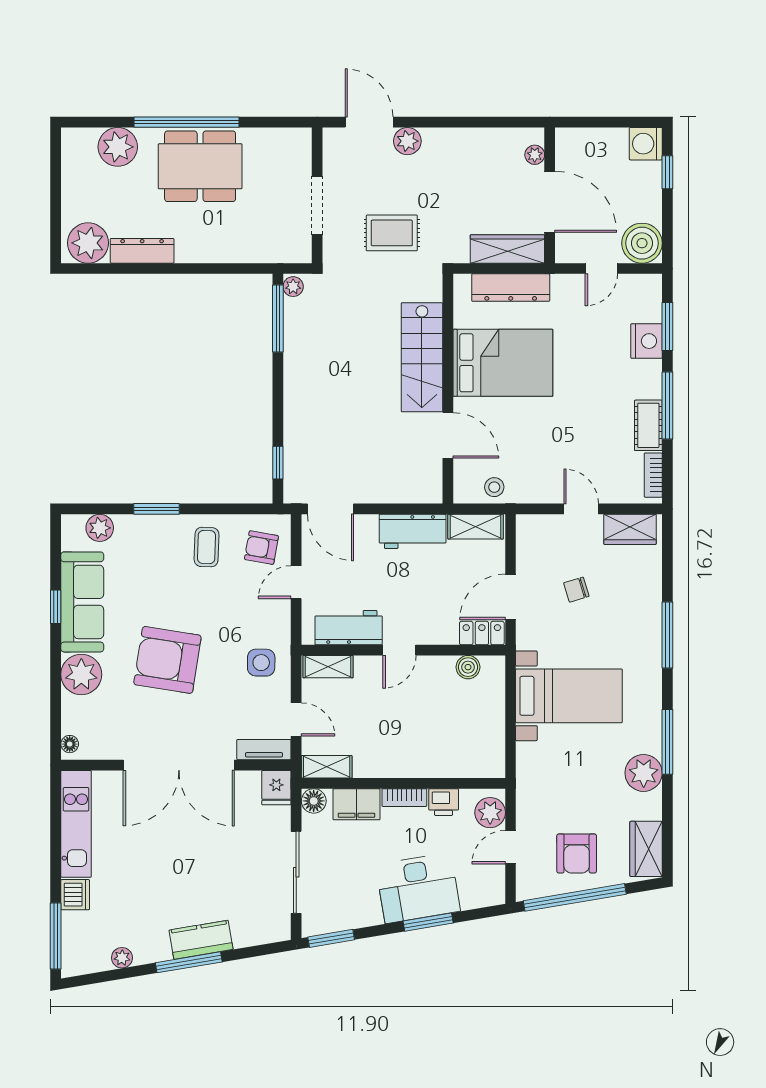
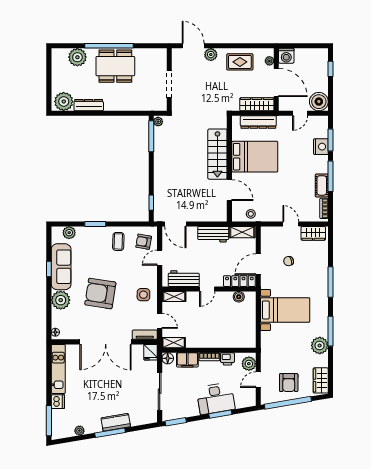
washing machine: (646, 144) -> (286, 56), moved, turned -90
rug: (392, 233) -> (240, 62), moved
locker: (482, 633) -> (239, 281), width x1.53

